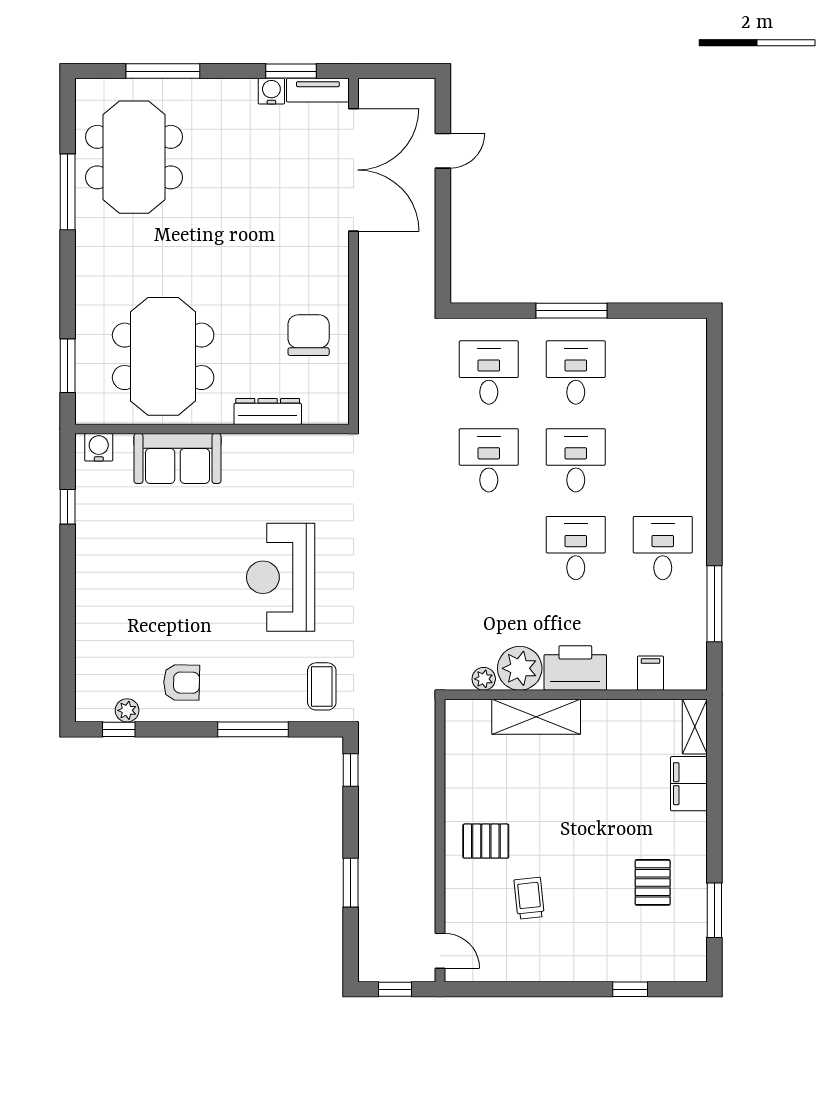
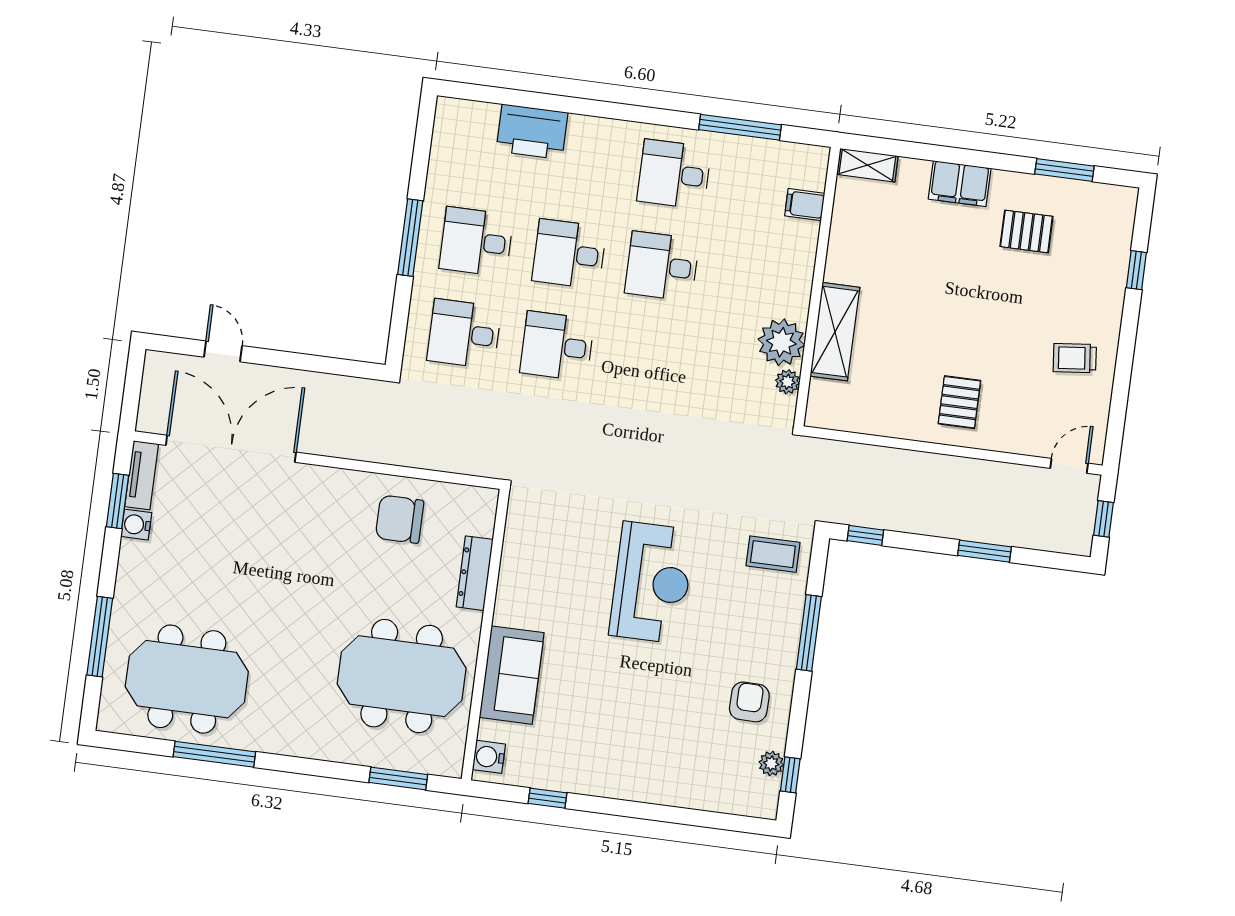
reception desk: (281, 577) -> (652, 583), turned -90
printer: (575, 668) -> (532, 132), moved, turned -90
filing cabinet: (689, 784) -> (960, 184), moved
trolley: (529, 898) -> (1075, 358), moved

